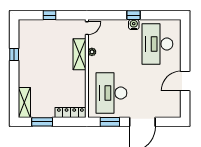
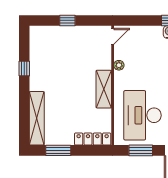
shelving: (79, 54) -> (104, 89), moved
shelving: (24, 103) -> (37, 118), width x1.47

